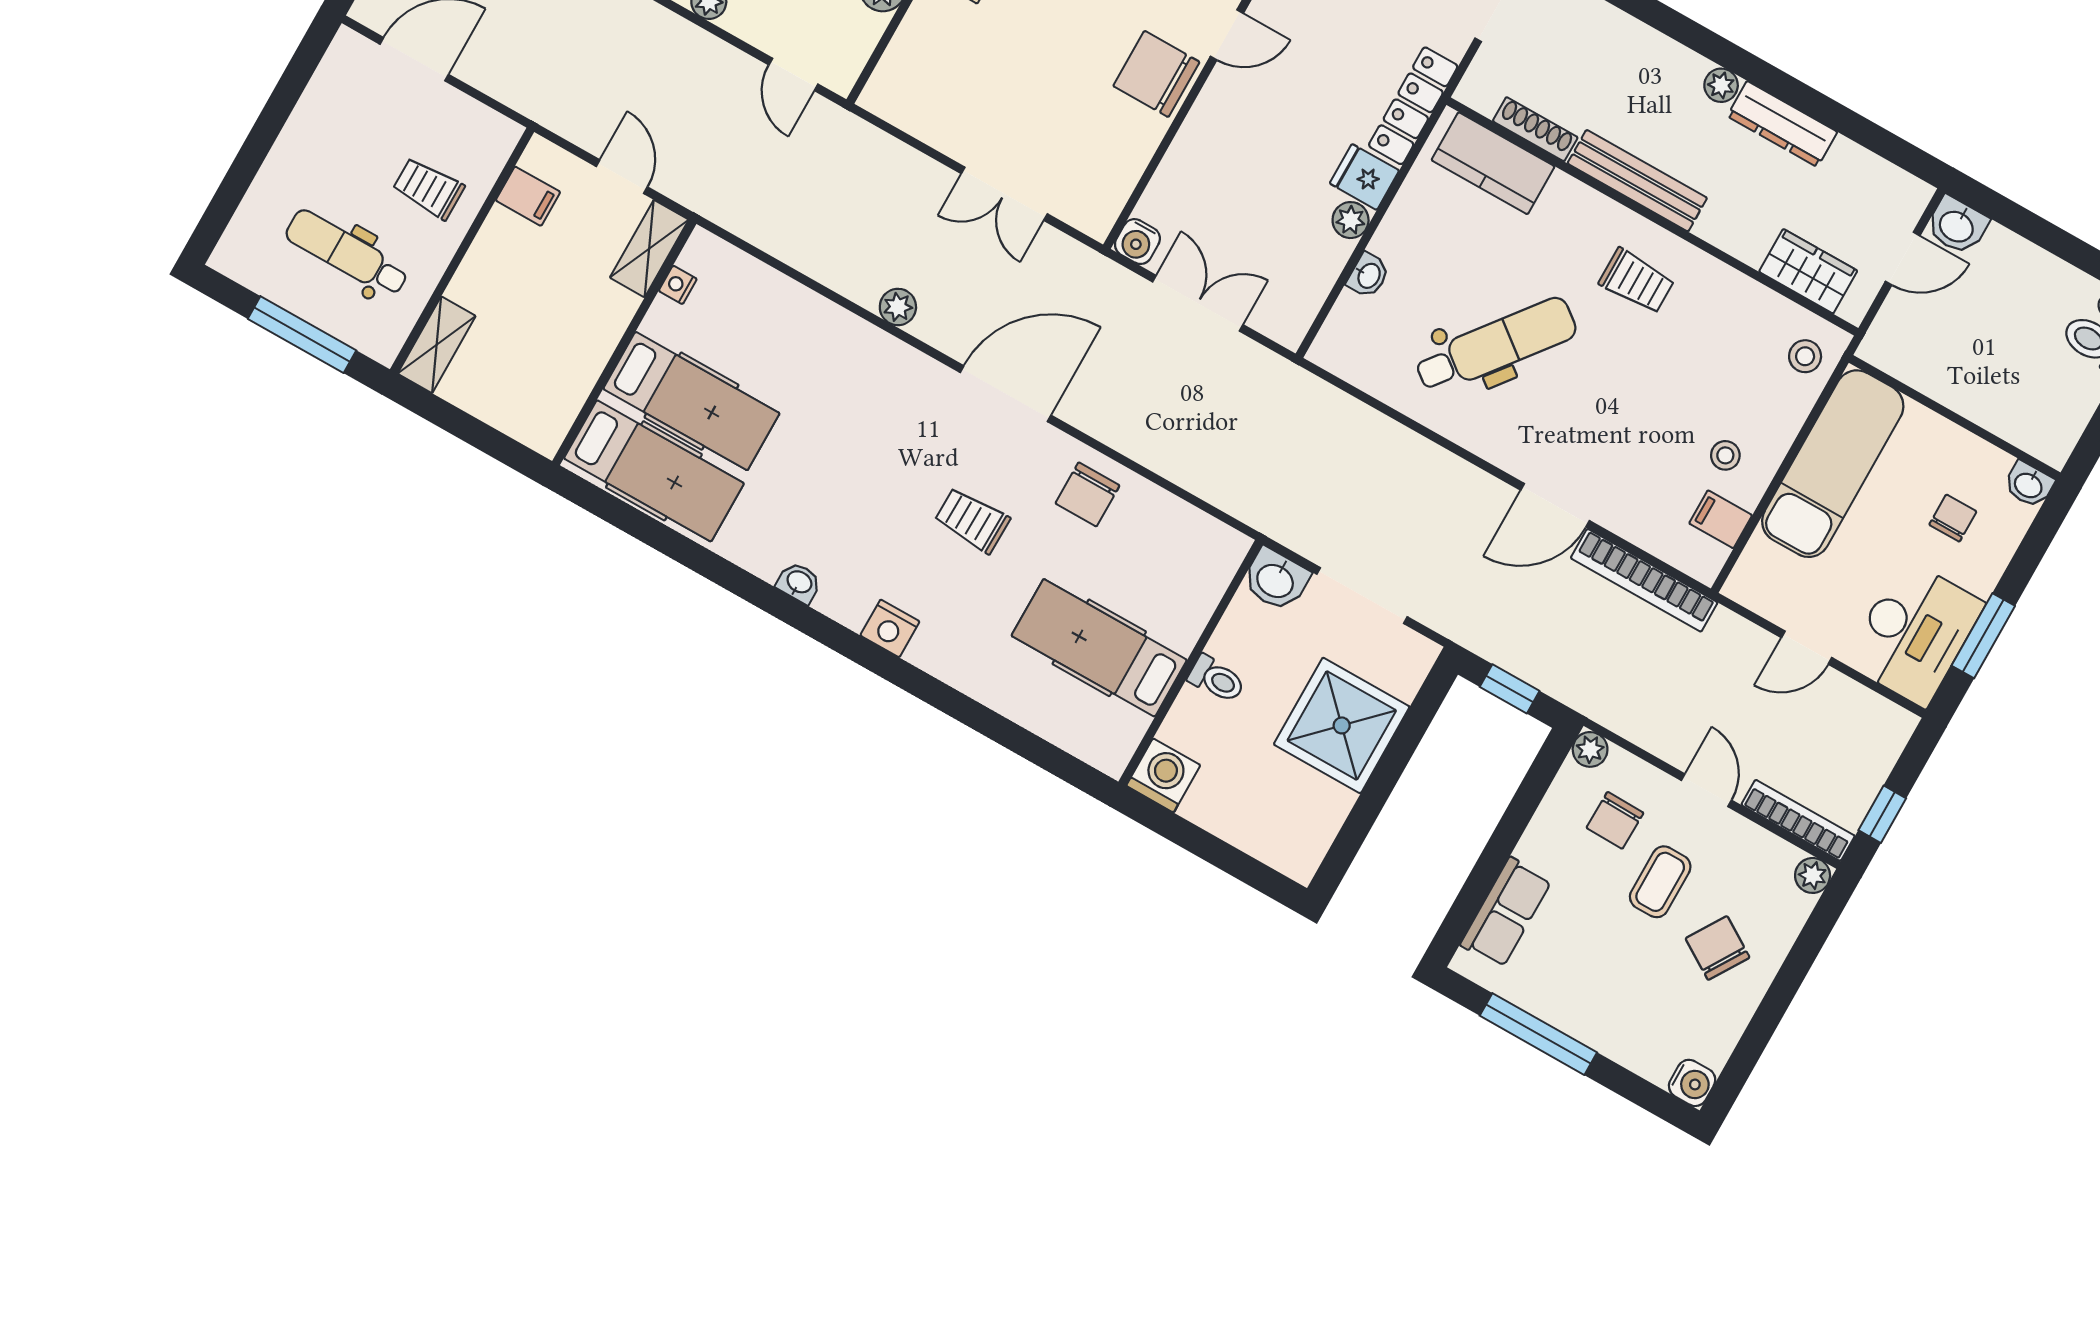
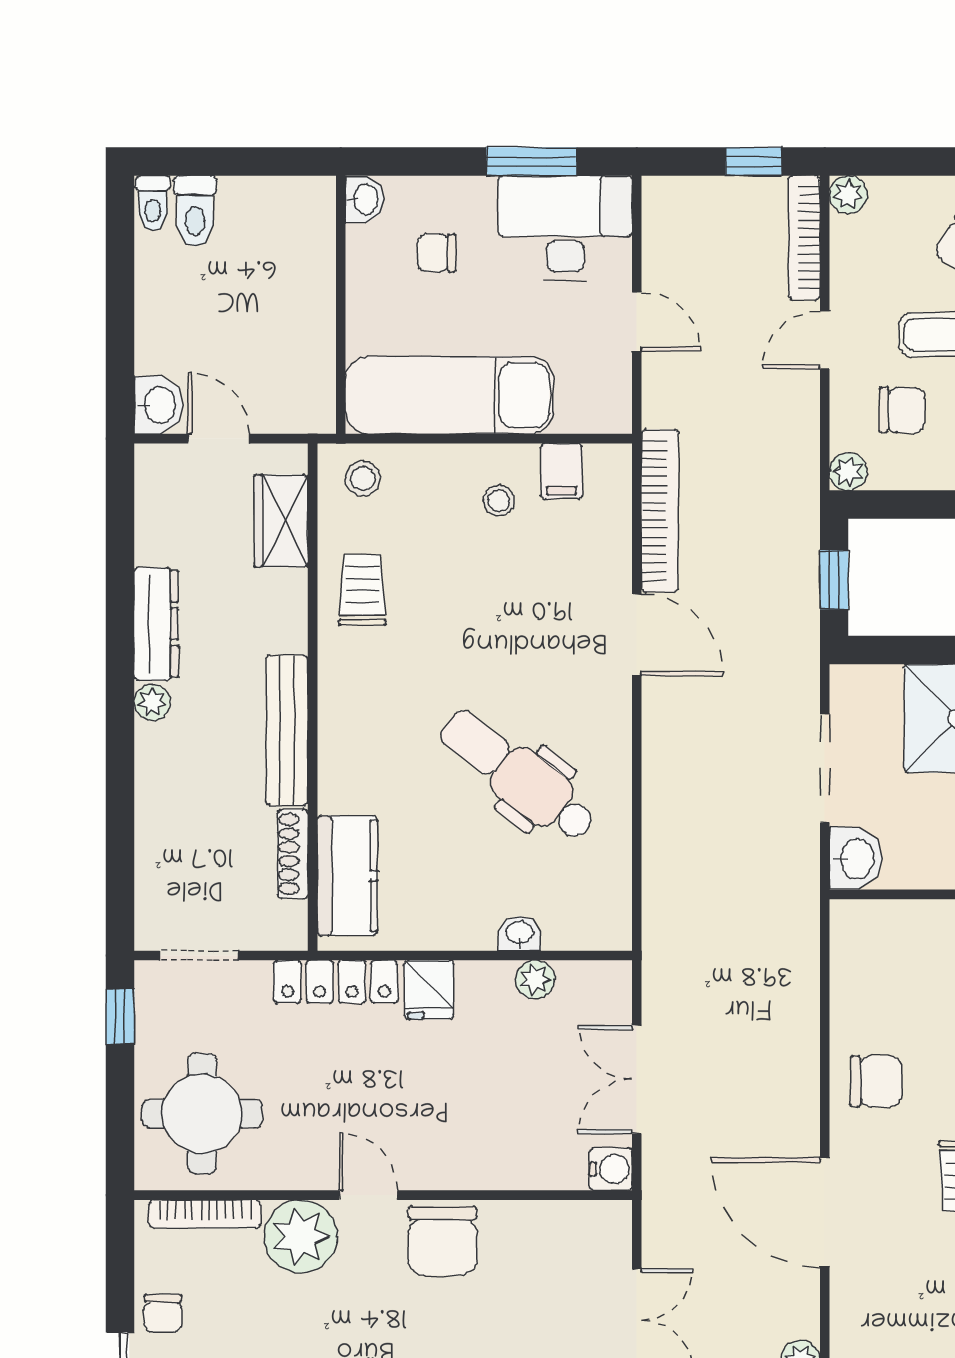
plant: (1351, 220) -> (535, 980), moved
trolley: (1637, 281) -> (362, 590), moved

